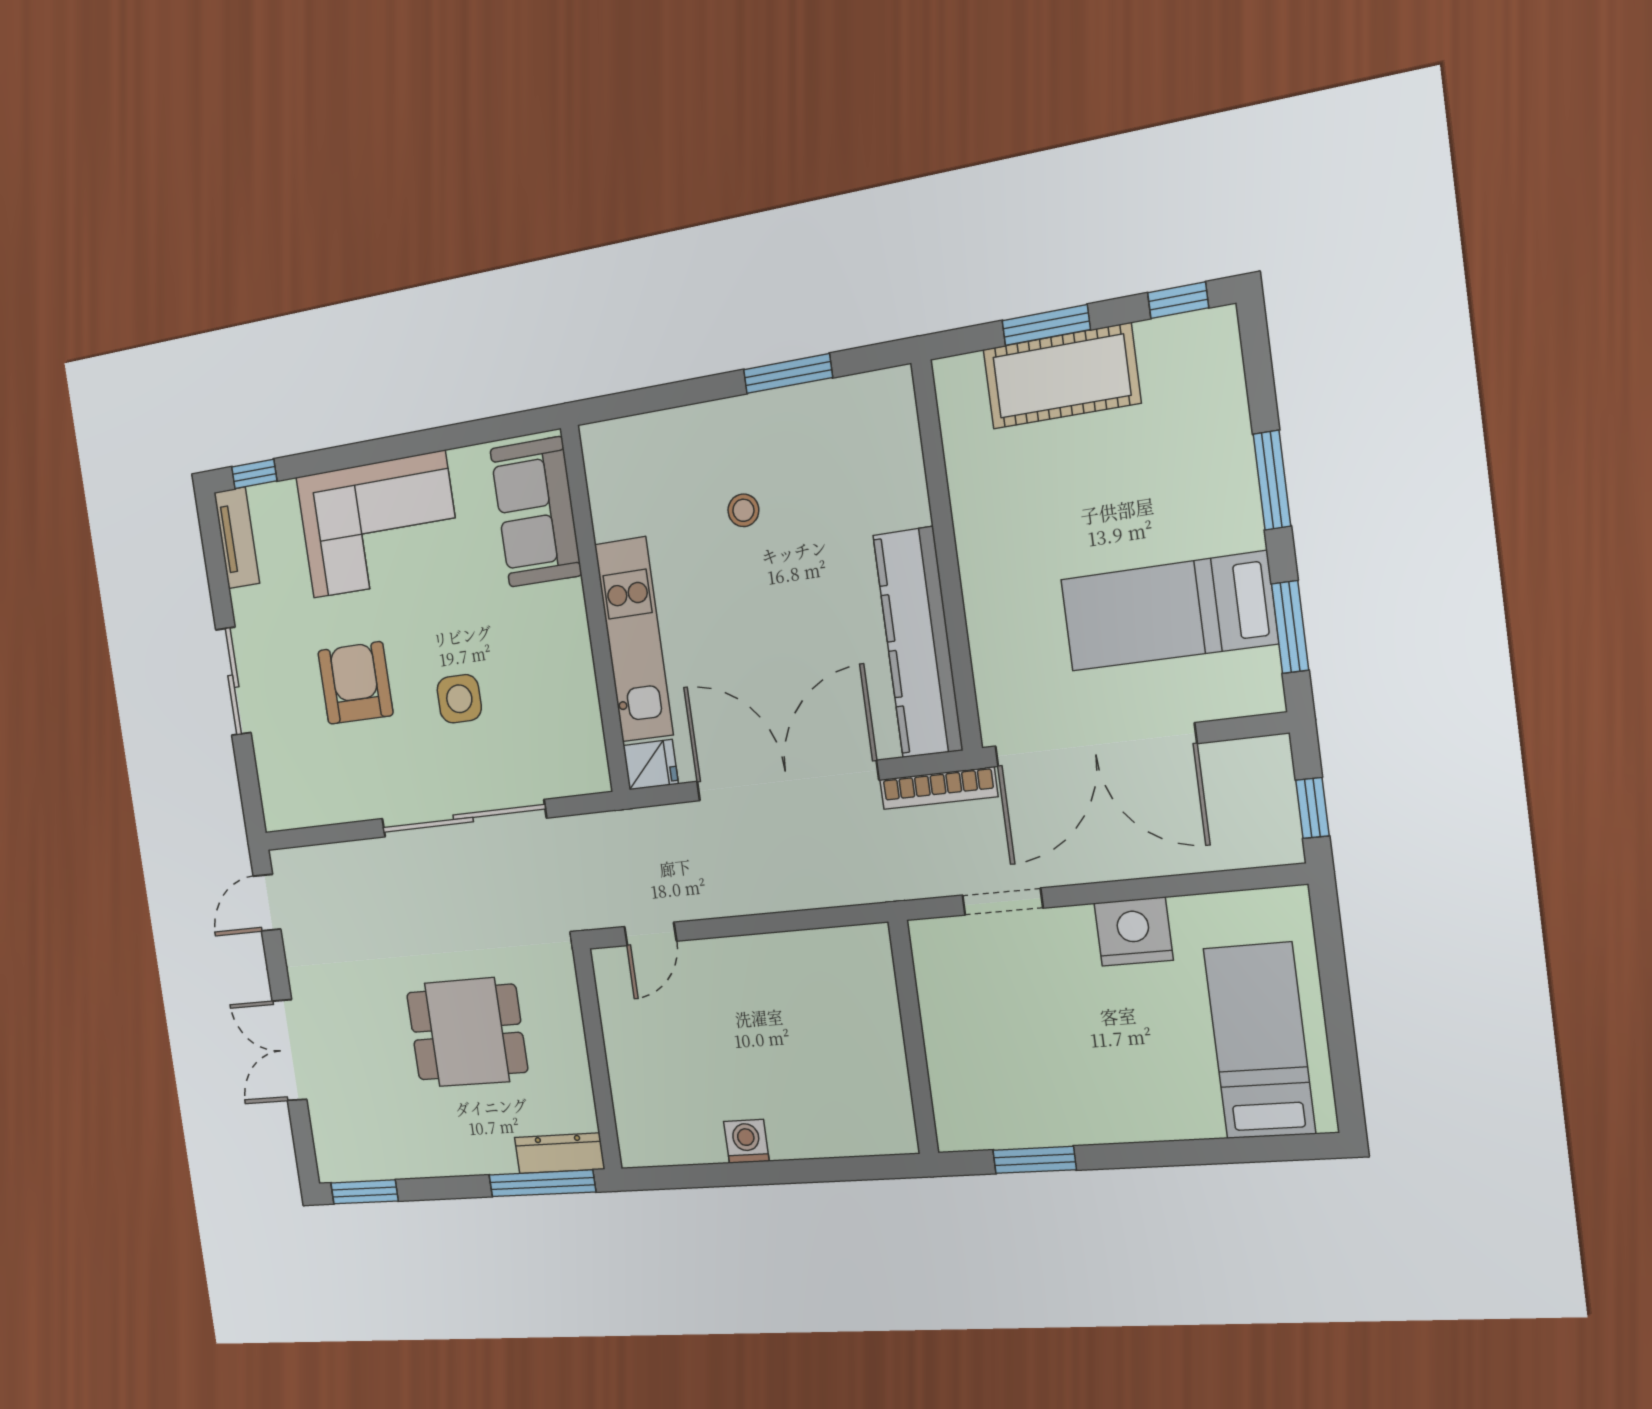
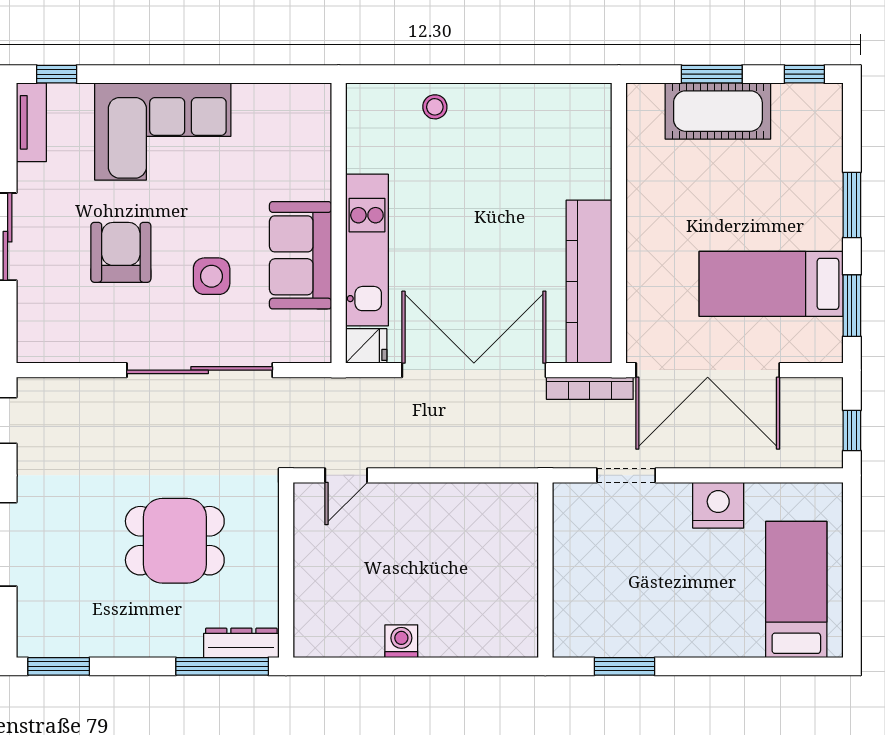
window: (788, 374) -> (518, 74), removed
stool: (743, 510) -> (435, 107), moved
sofa: (536, 512) -> (301, 255), moved

